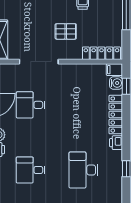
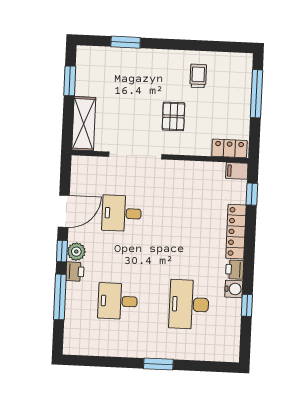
pallet: (66, 31) -> (173, 116), turned 90
locker: (101, 53) -> (229, 148), width x0.66
water cooler: (116, 83) -> (234, 289), moved

